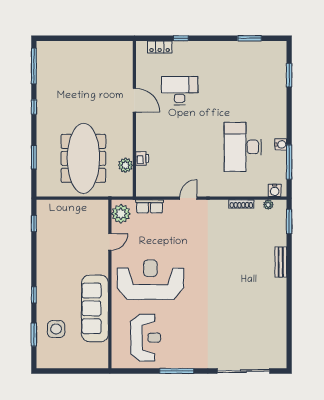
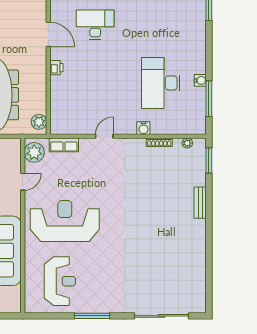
printer: (142, 158) -> (56, 68), moved
plant: (125, 165) -> (39, 122), moved
water cooler: (275, 190) -> (143, 128), moved

